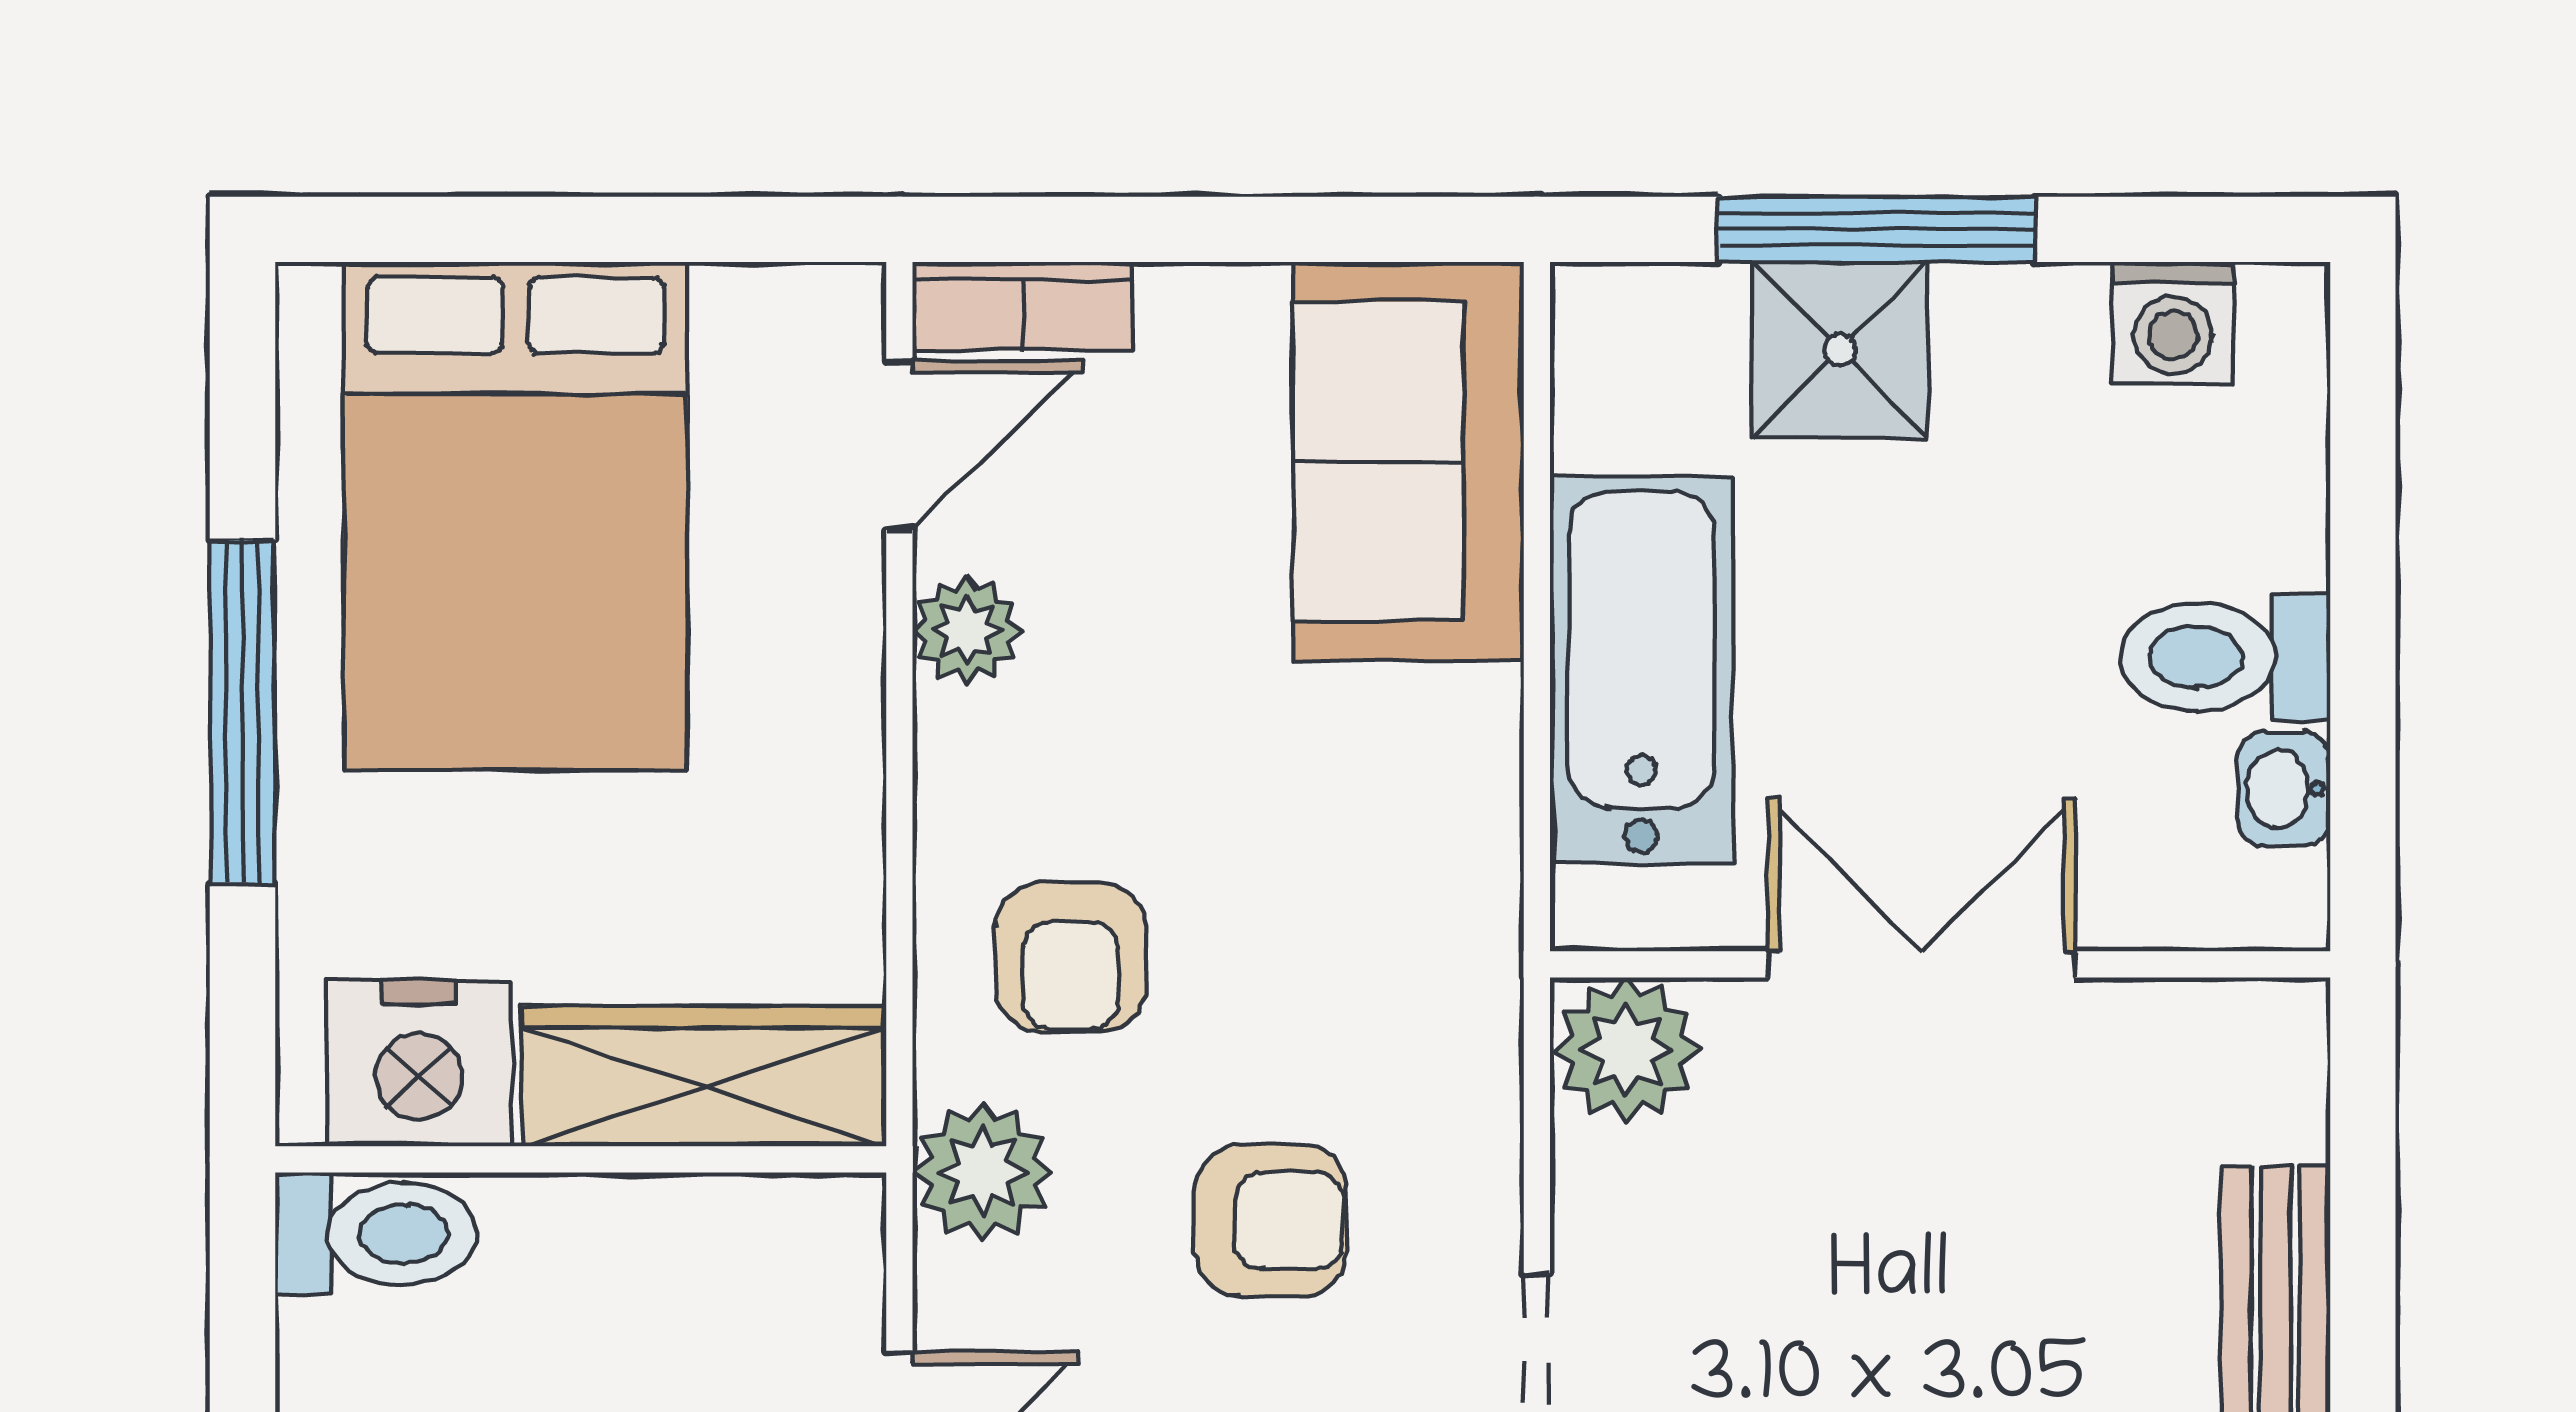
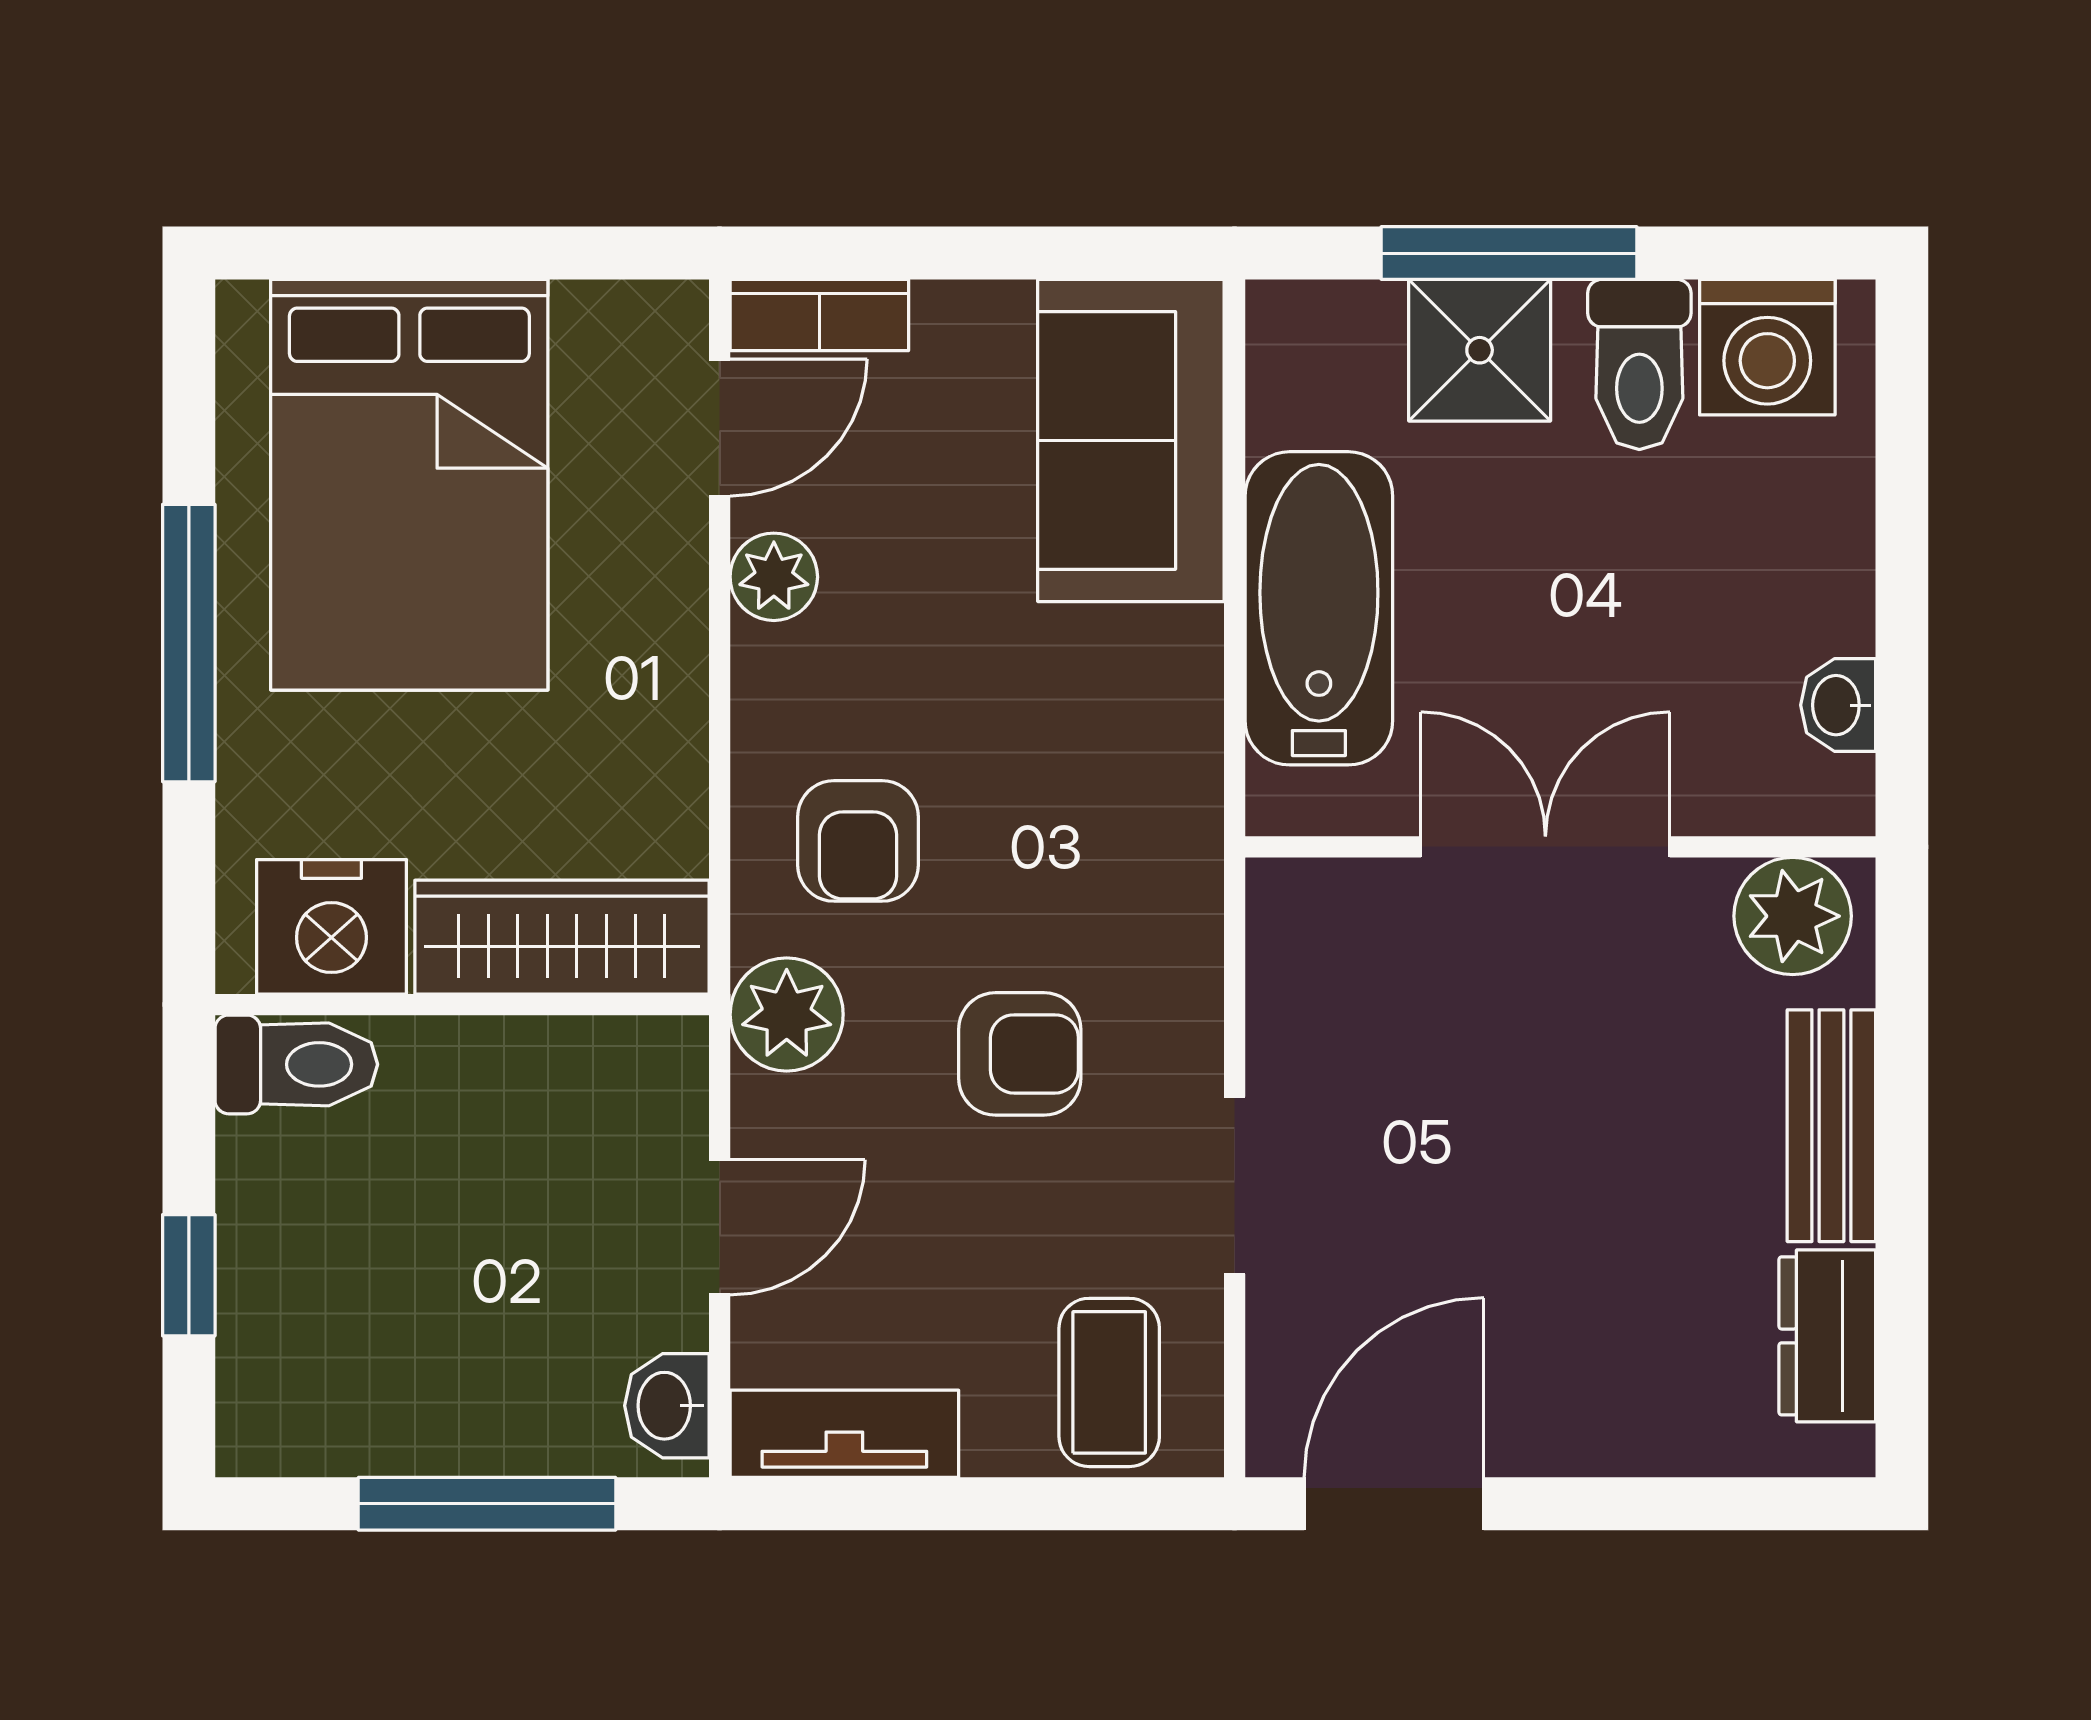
washing machine: (2173, 323) -> (1767, 347), width x1.38, depth x1.38
toilet: (2225, 657) -> (1639, 364), moved, turned -90
plant: (1626, 1050) -> (1793, 916), moved

